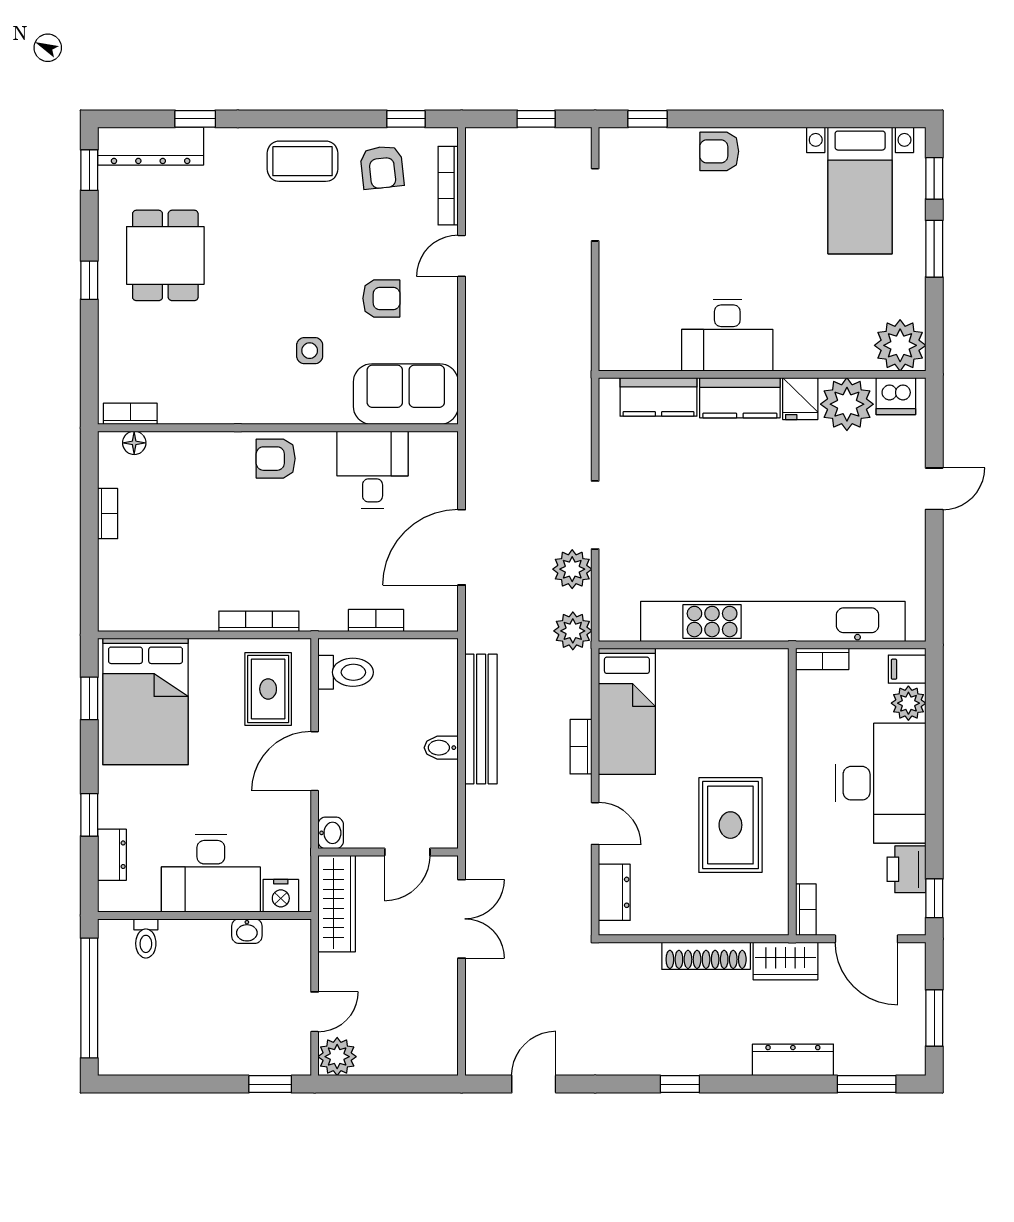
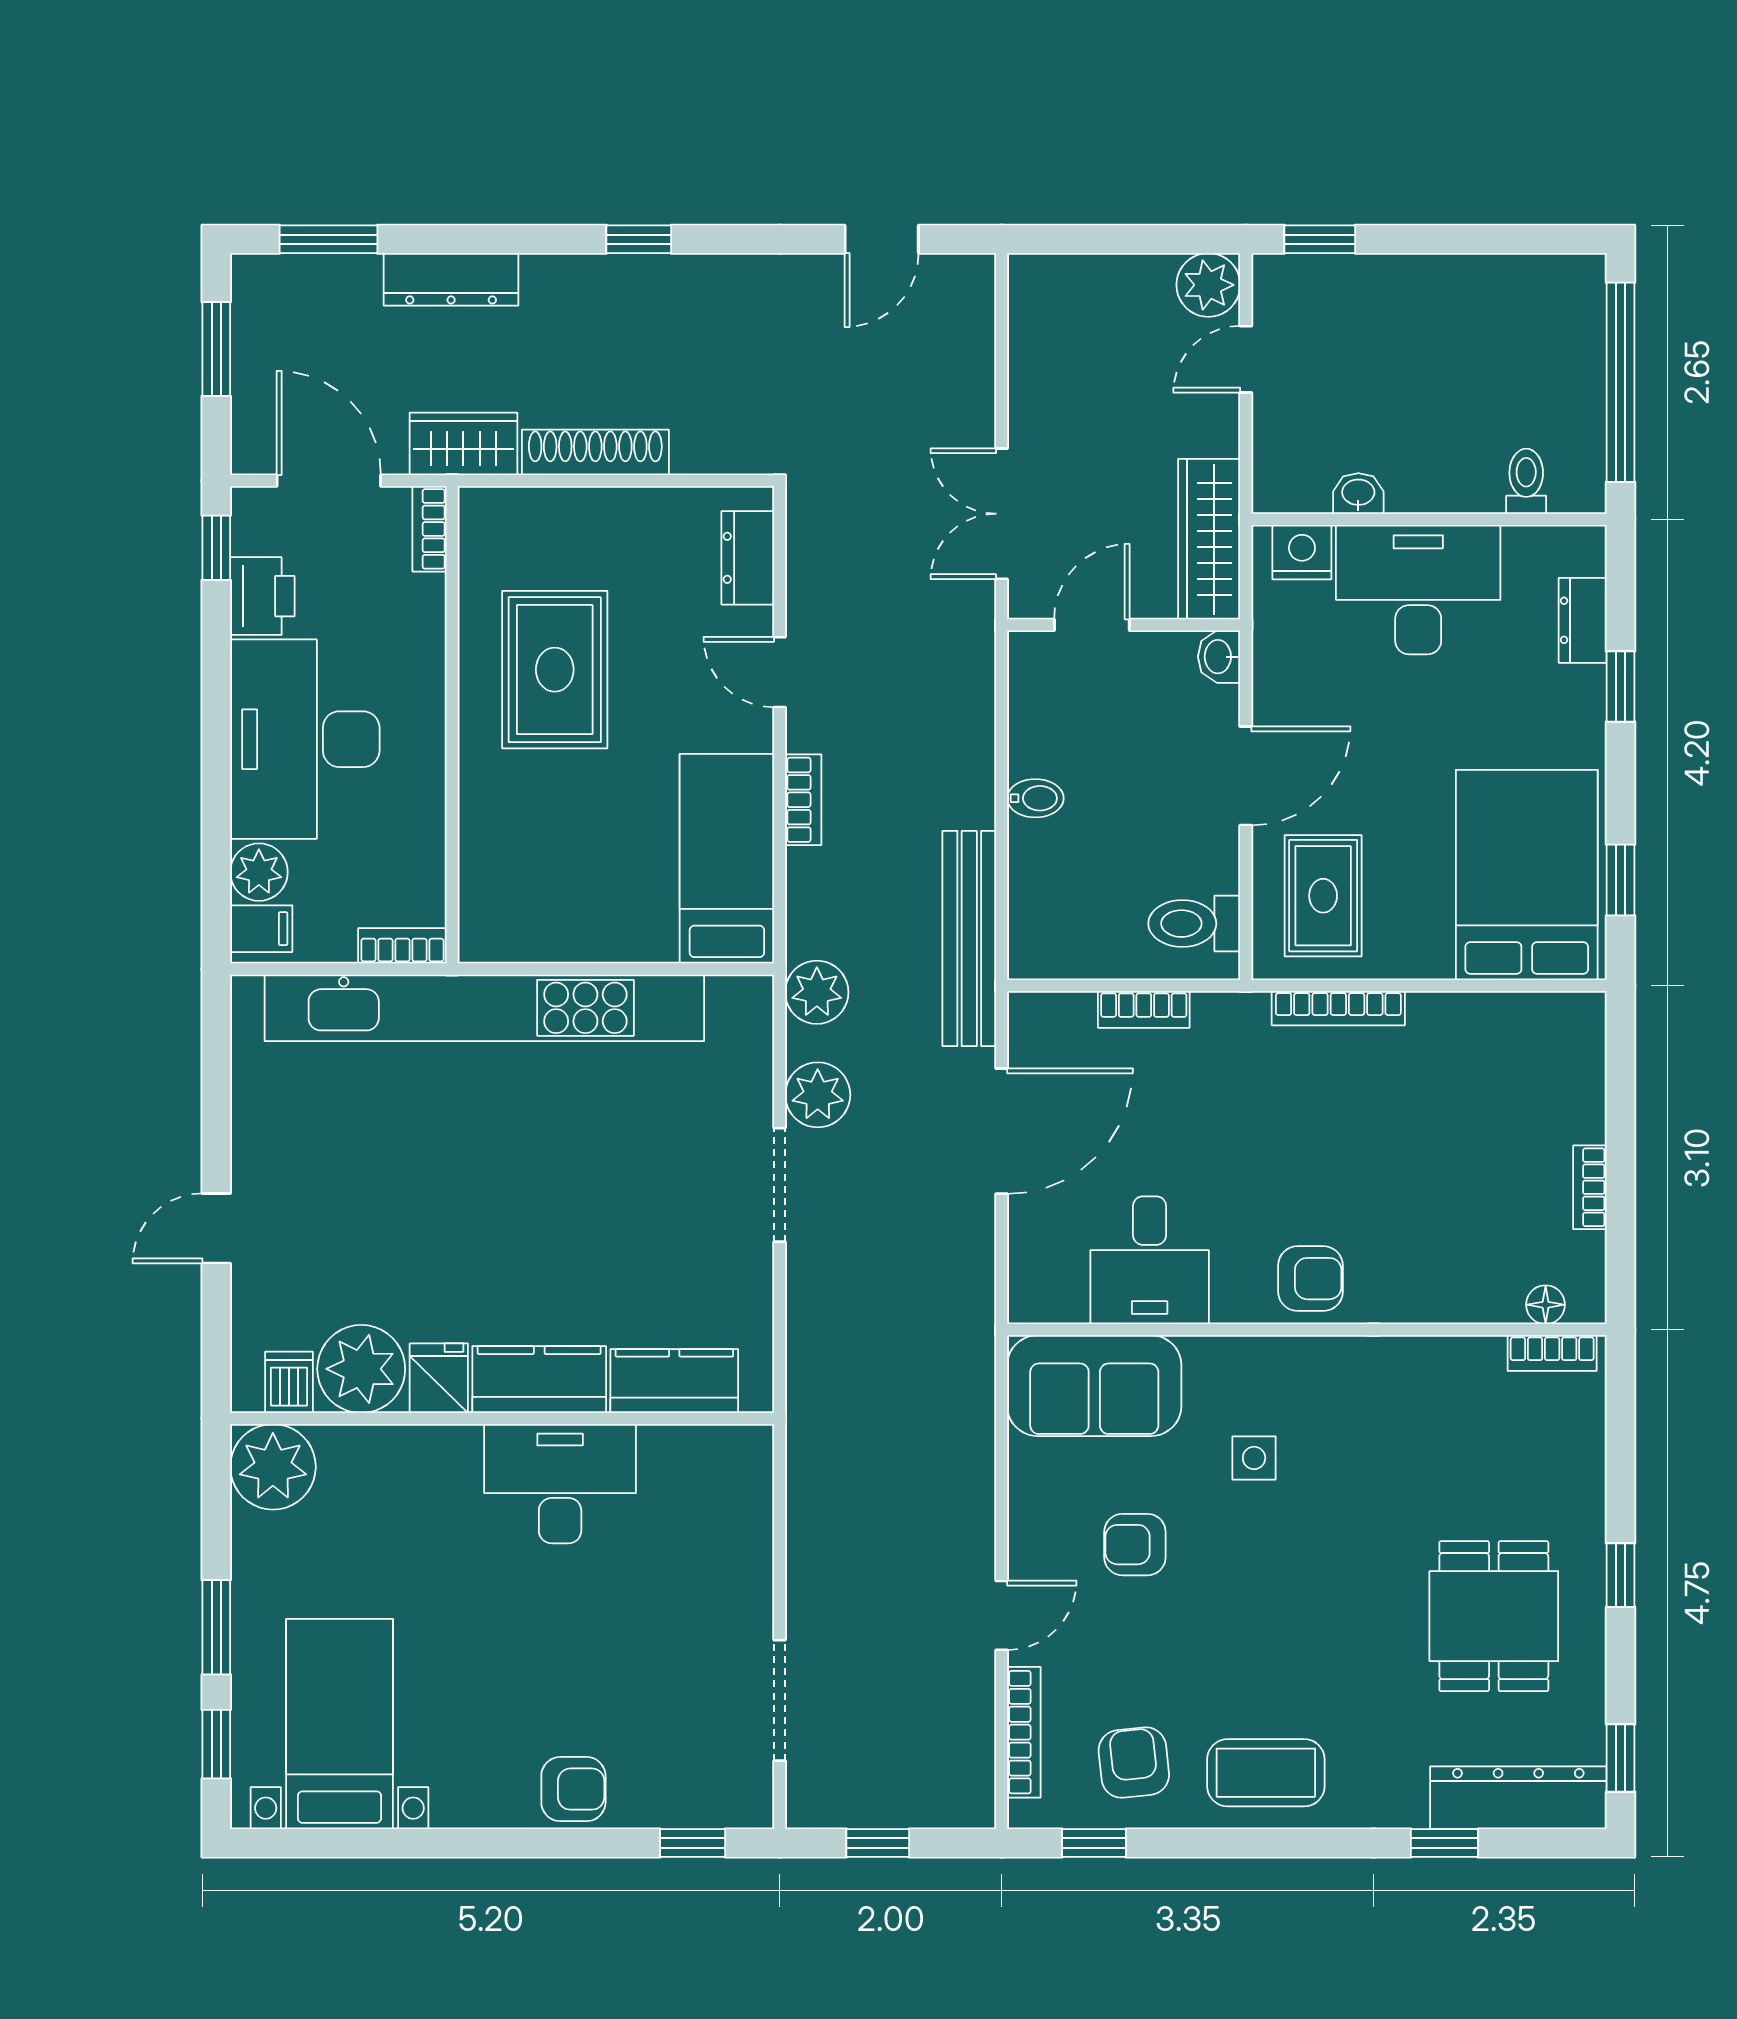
dishwasher: (896, 396) -> (289, 1382), width x0.73
bench: (481, 719) -> (969, 938), moved

